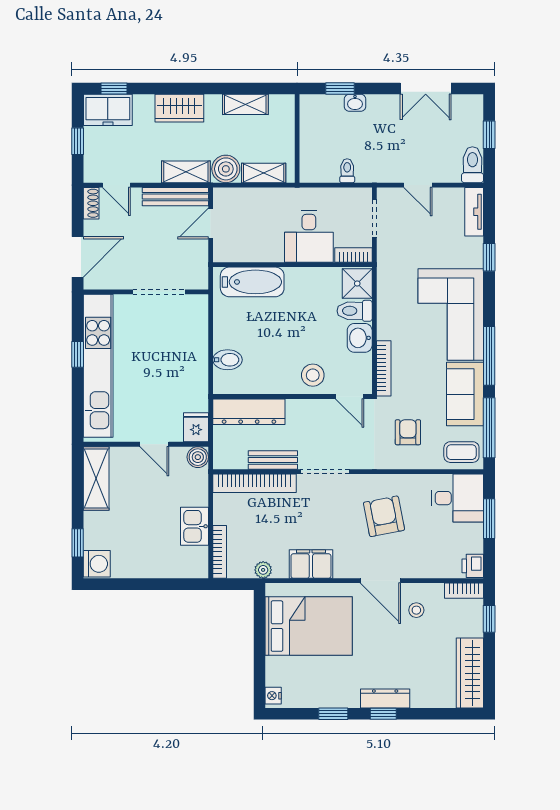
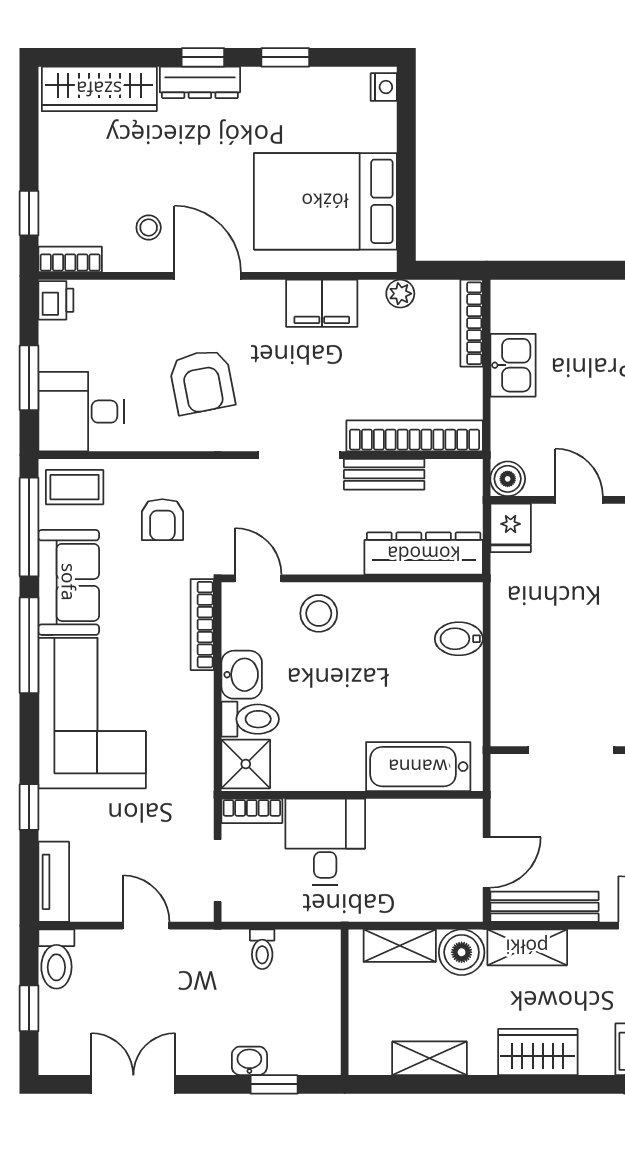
wardrobe: (470, 673) -> (99, 89), moved, turned 90

